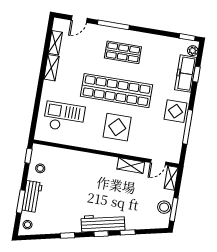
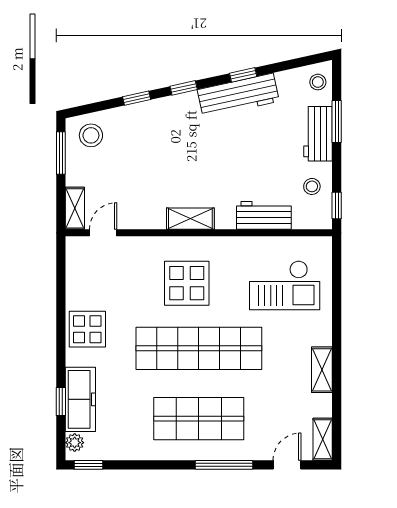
shelving: (55, 43) -> (323, 439), moved
shop shelf: (123, 52) -> (199, 419), width x1.43, depth x1.36
window: (188, 127) -> (61, 305), removed
workbench: (69, 157) -> (264, 215), added
shelving: (131, 165) -> (190, 219), moved
stool: (164, 207) -> (91, 135), moved
workbench: (103, 223) -> (238, 95), moved

